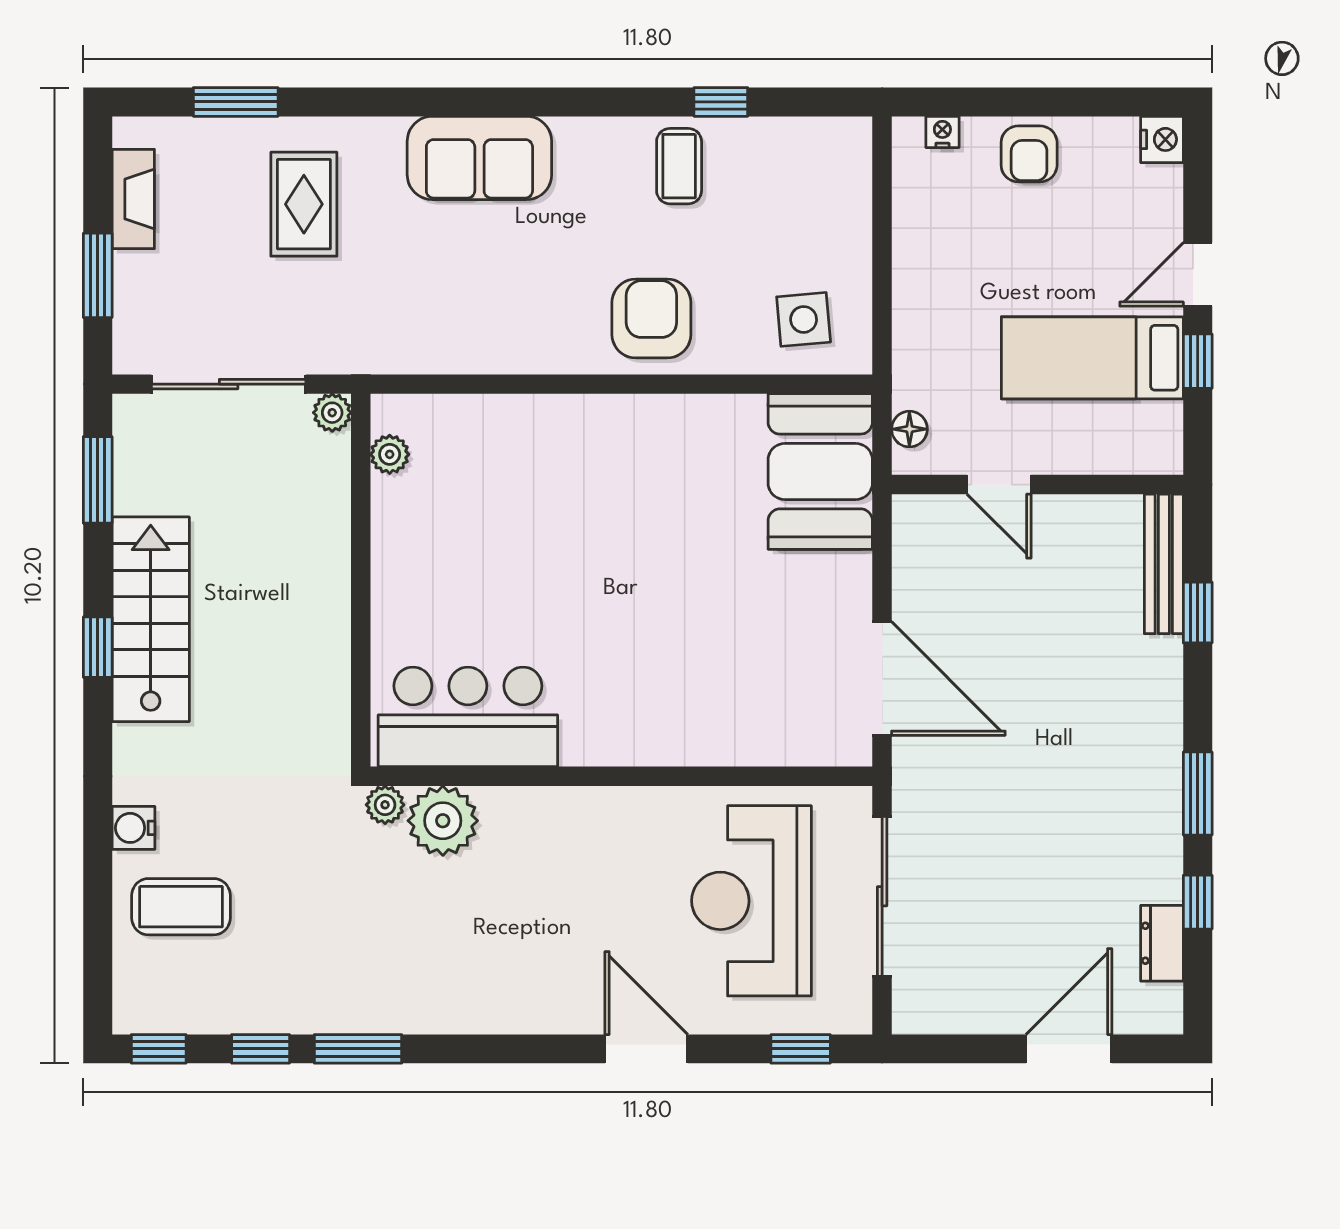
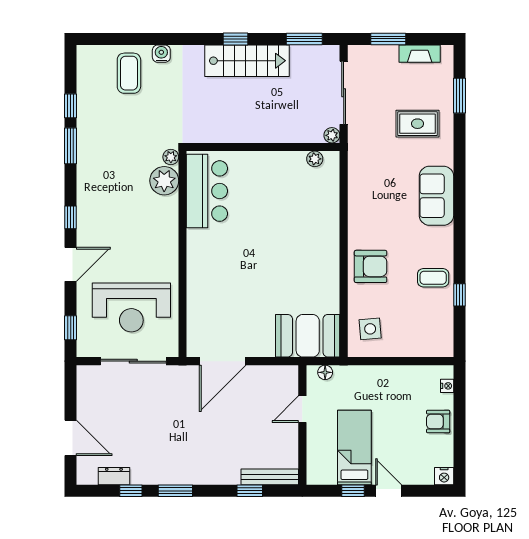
reception desk: (751, 901) -> (131, 307), turned 180
window: (159, 1049) -> (71, 217), moved

